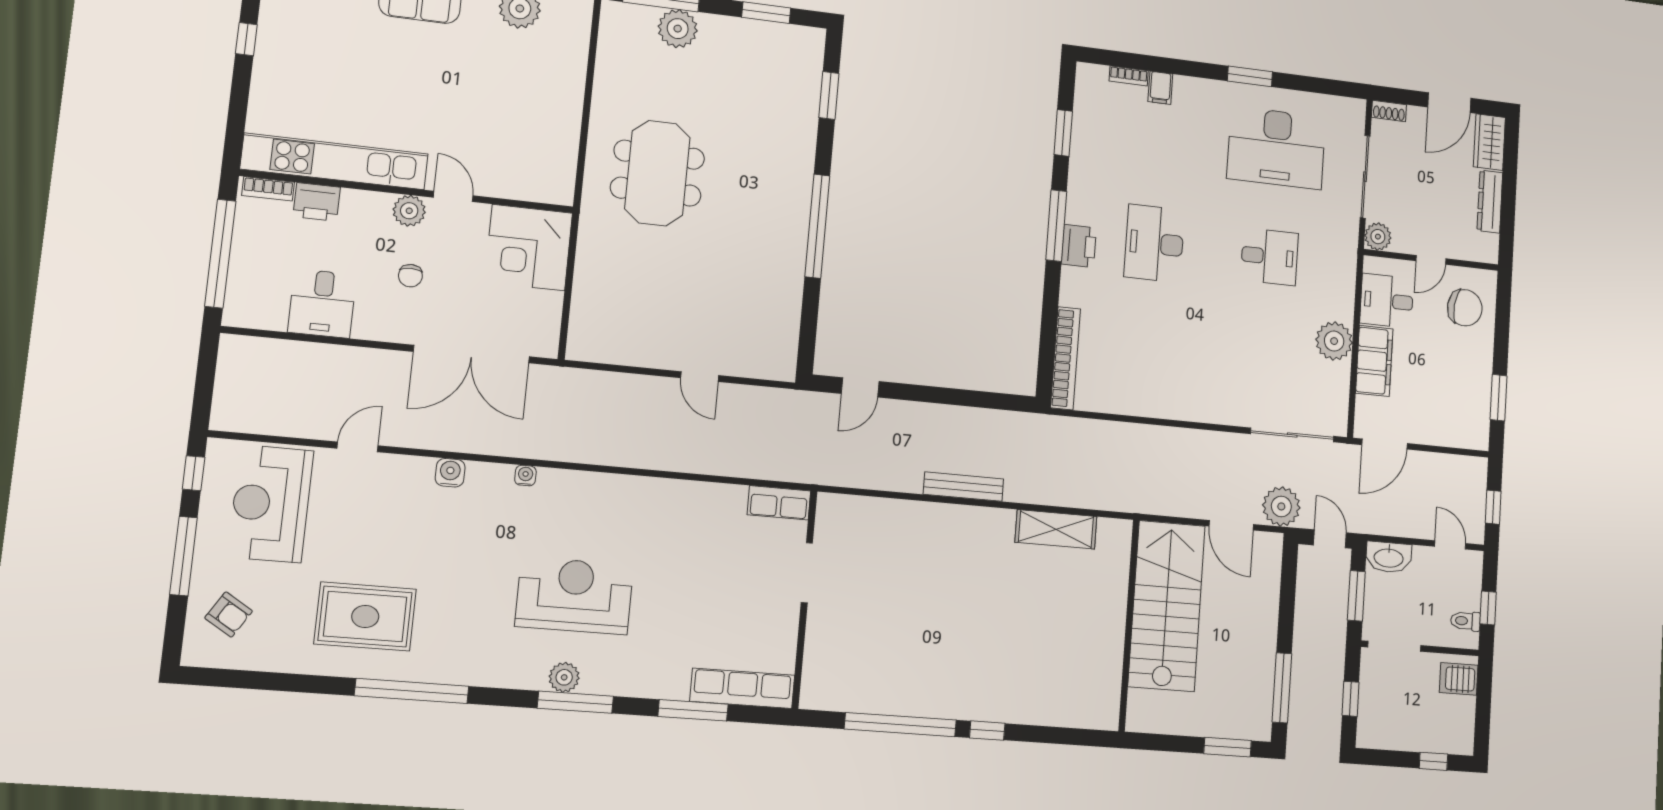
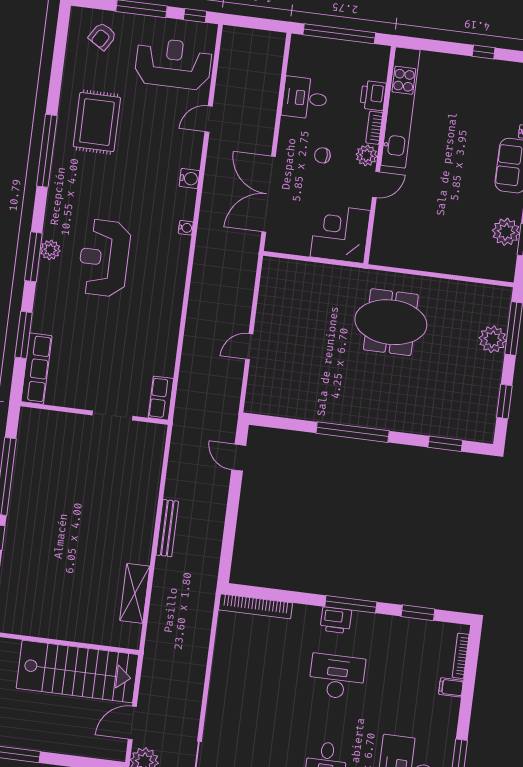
bookcase: (1129, 76) -> (461, 656), width x1.56
bookcase: (268, 189) -> (374, 128), moved
door: (358, 447) -> (209, 119), swing flipped
reception desk: (574, 596) -> (104, 258), turned 180

